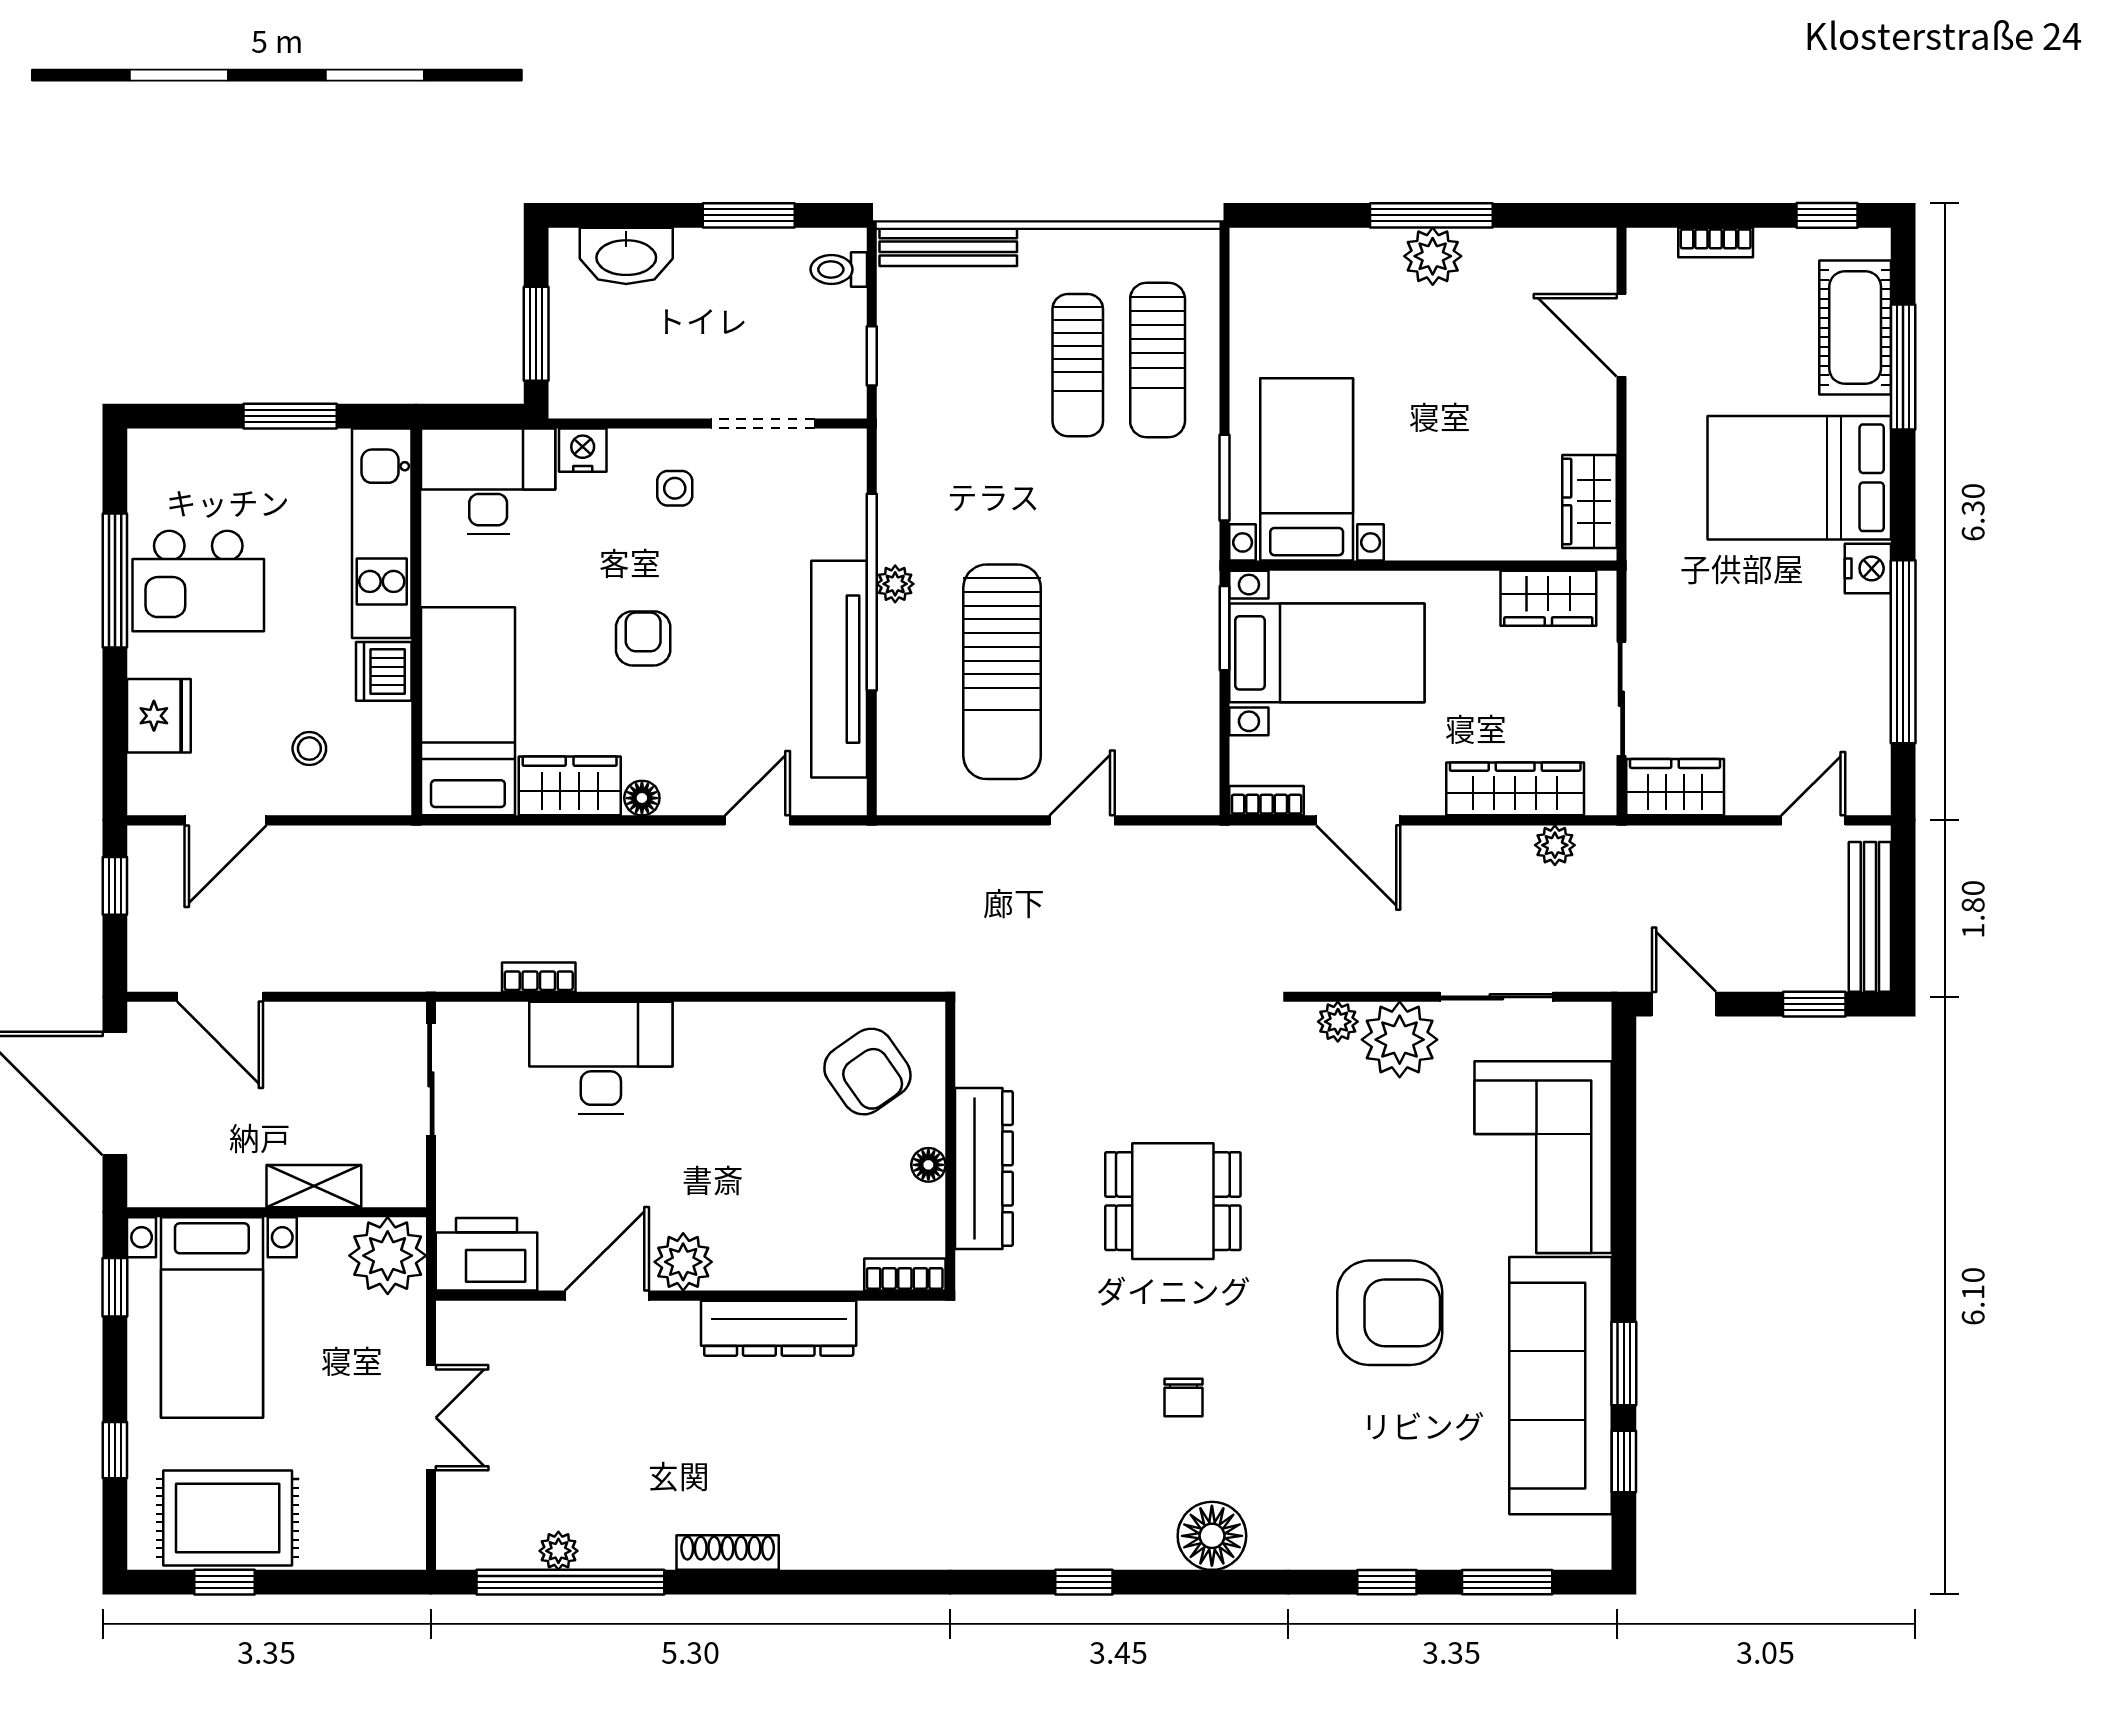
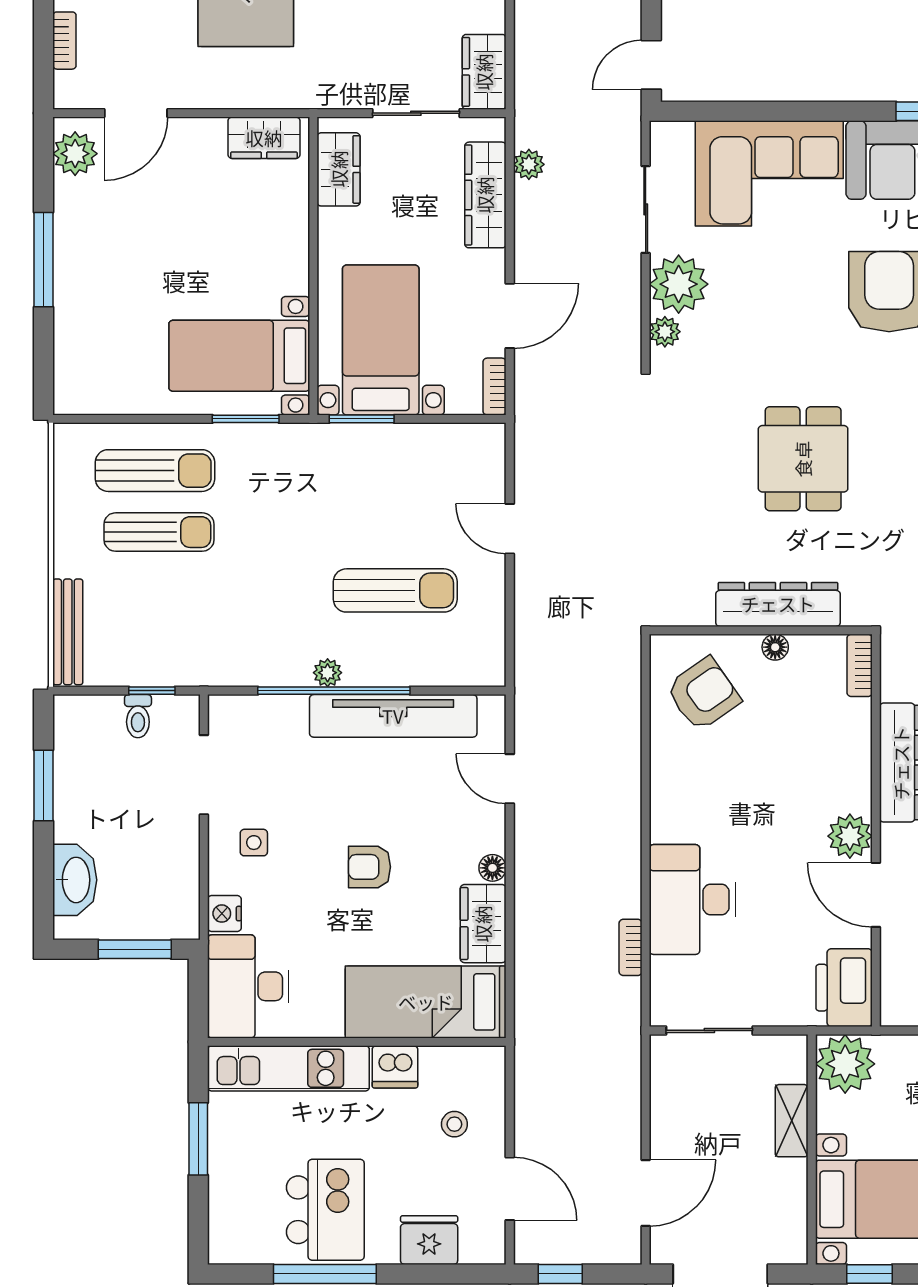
plant: (1433, 256) -> (75, 154), moved
toilet: (839, 269) -> (138, 716), moved
sun lounger: (1002, 672) -> (395, 590), width x0.73, depth x0.75

